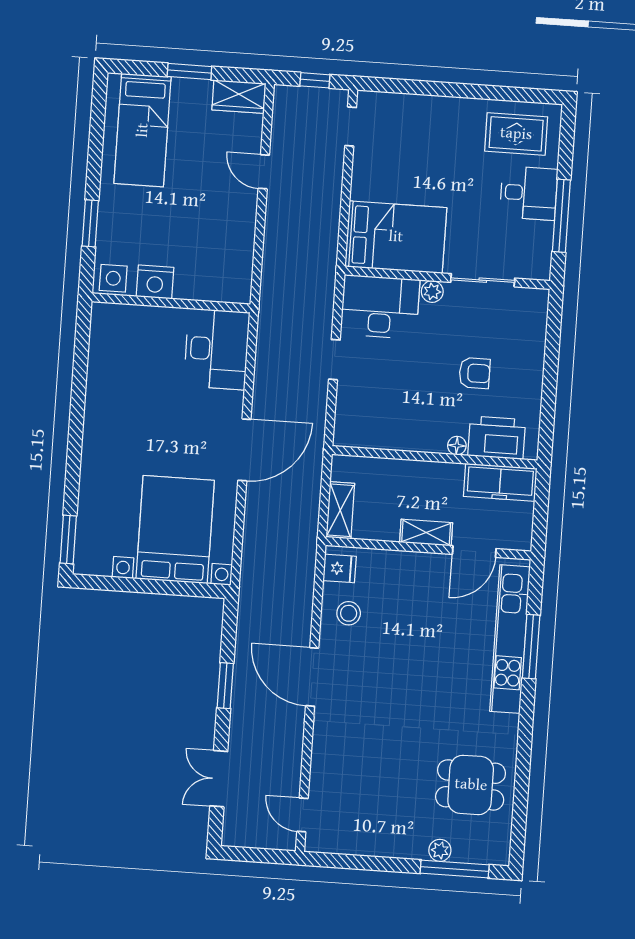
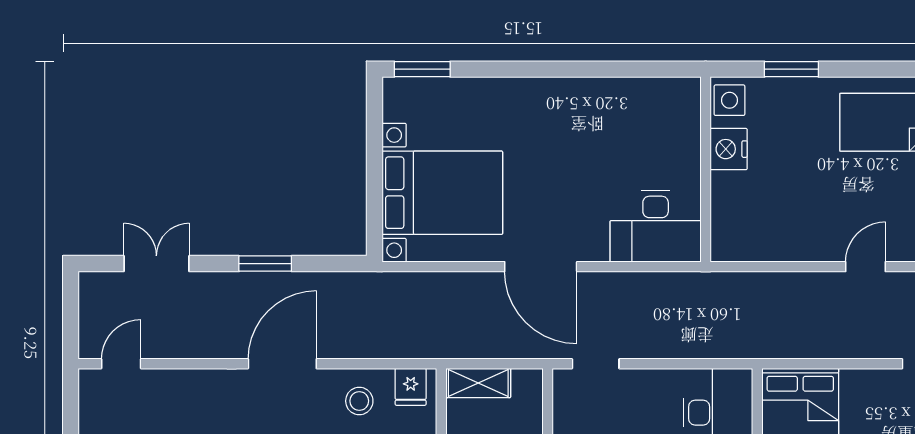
doorway: (334, 360) -> (596, 364), moved

